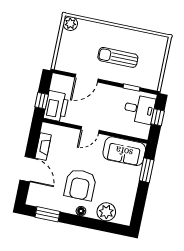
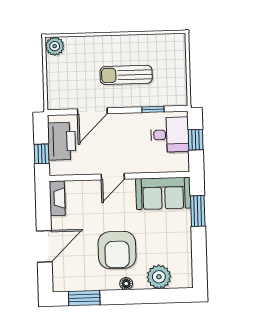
printer: (56, 106) -> (62, 141), moved
fireplace: (43, 147) -> (57, 198), moved
door: (27, 169) -> (44, 246), hinge flipped

